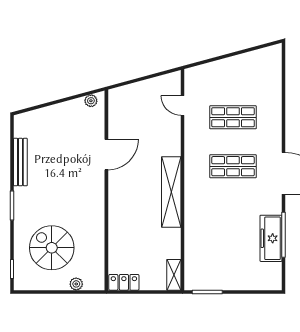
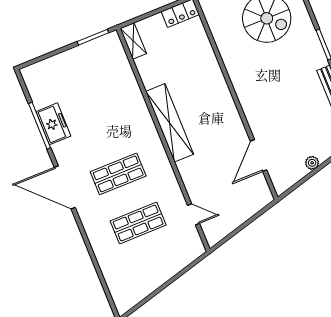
plant: (91, 101) -> (312, 163), moved
door: (106, 155) -> (259, 155), moved
freezer: (271, 238) -> (53, 124), width x0.71

